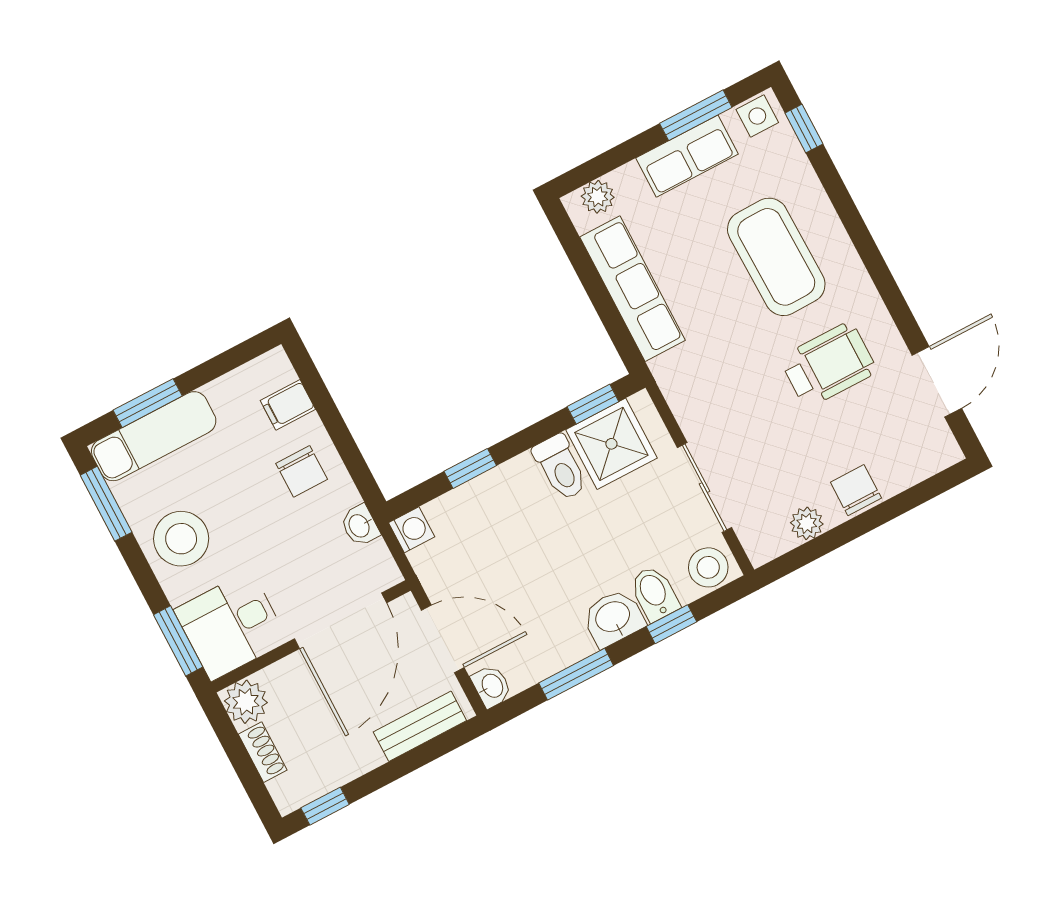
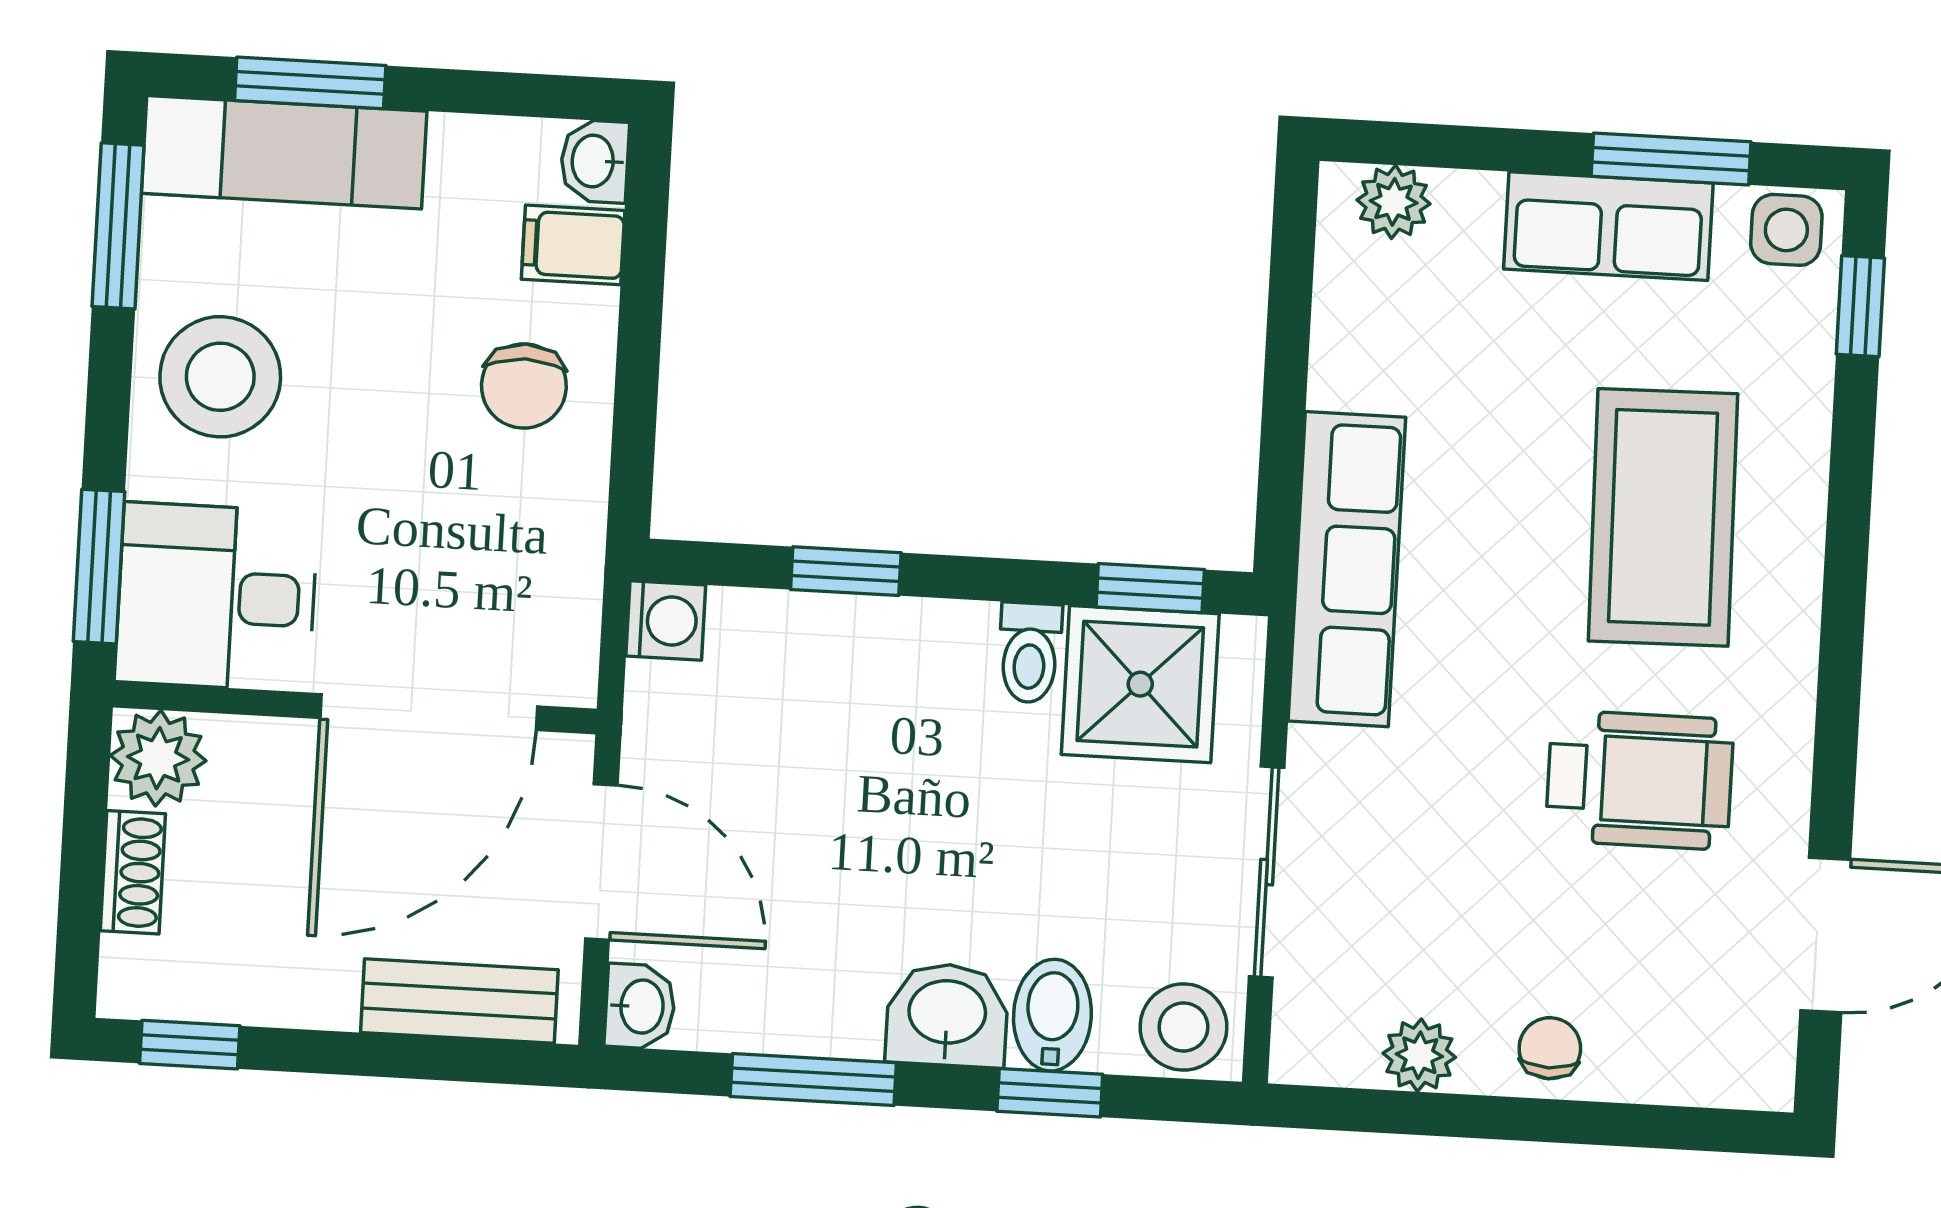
row of seats: (632, 289) -> (1347, 569), moved
toilet: (560, 467) -> (1030, 653), width x0.73, depth x0.72
chair: (856, 490) -> (1550, 1048), width x0.73, depth x0.73
washbasin: (360, 525) -> (595, 161), moved

